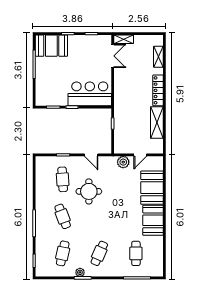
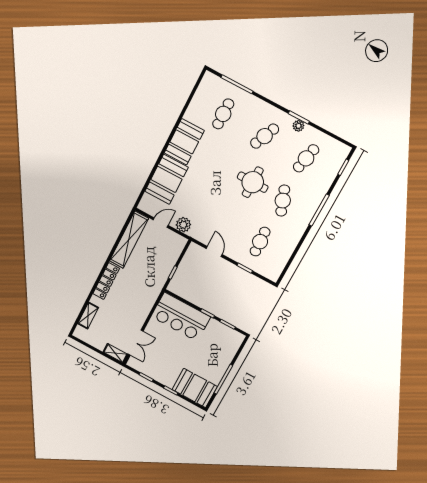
double door: (113, 56) -> (136, 343), swing flipped
shelving: (157, 123) -> (129, 240), width x1.47
round table: (89, 191) -> (253, 182), moved

